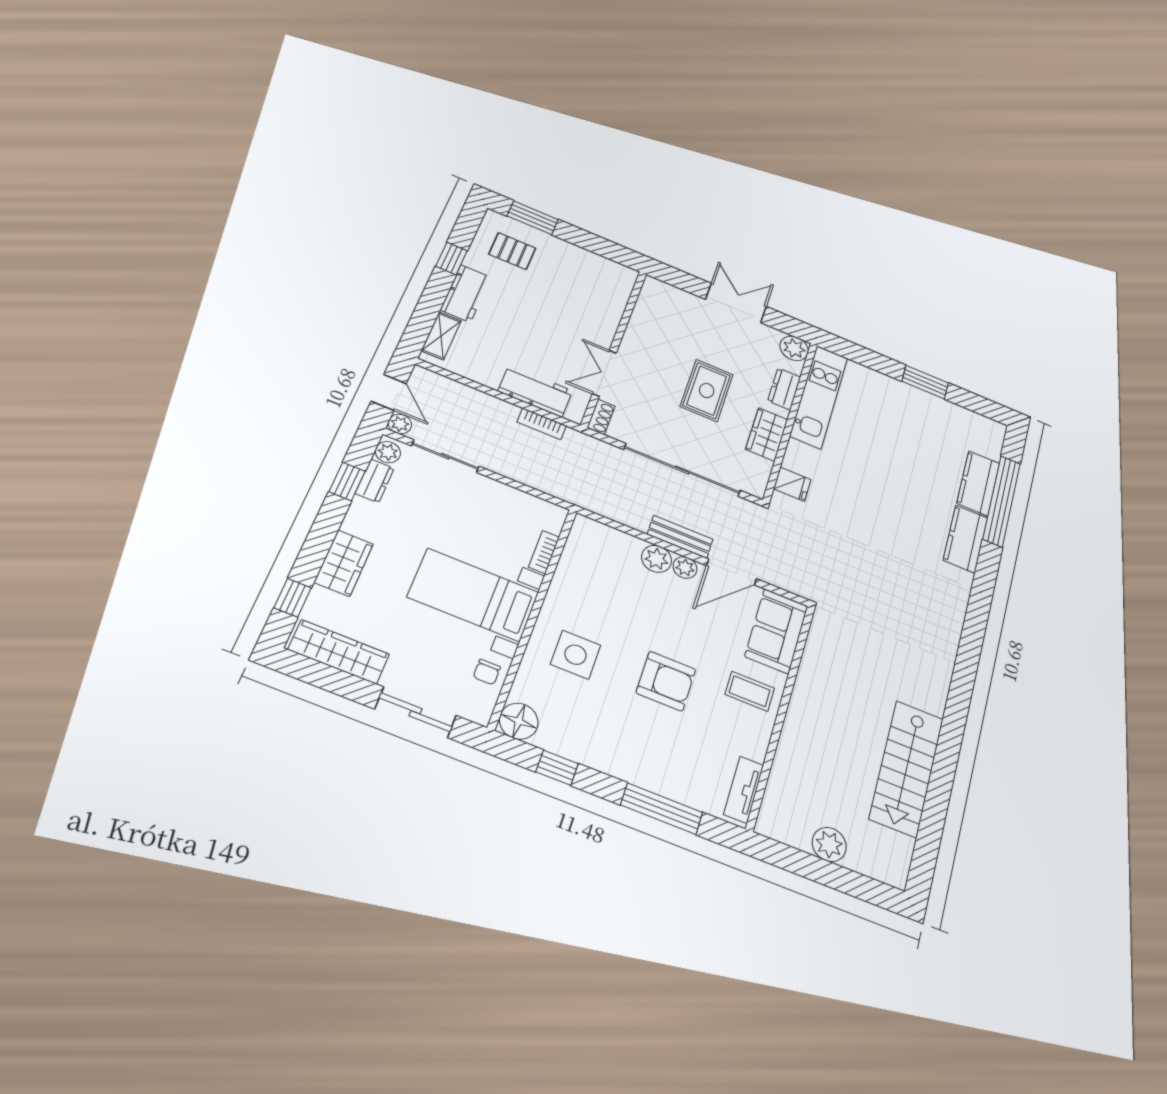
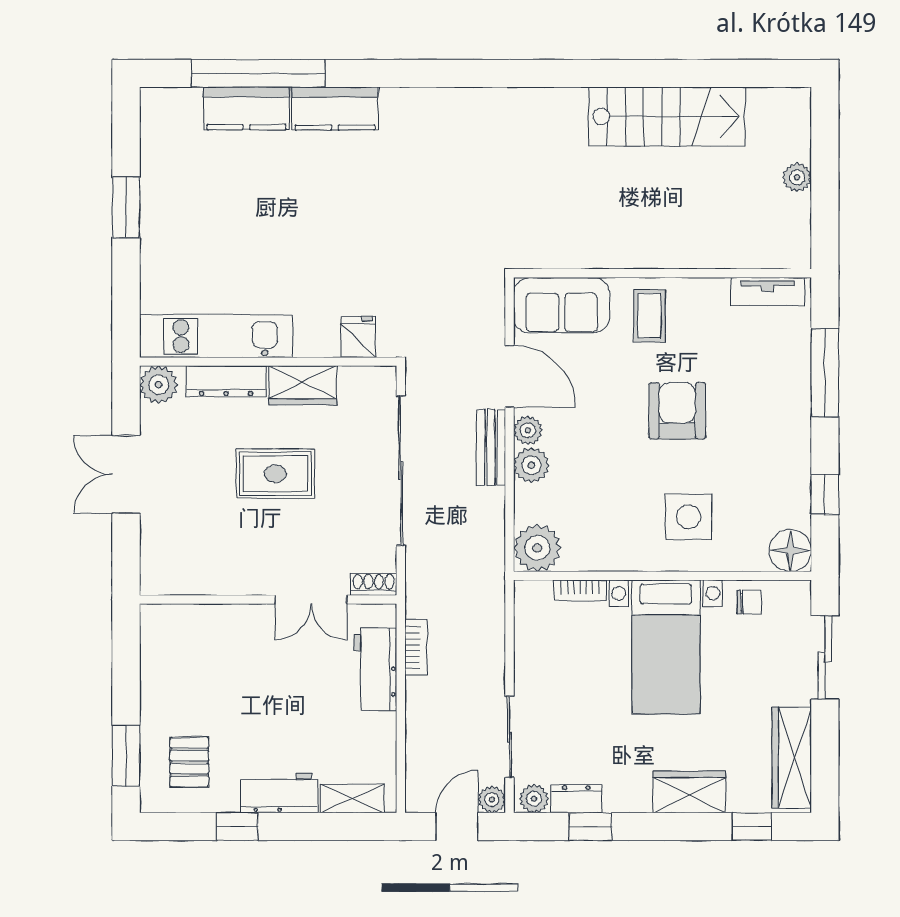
dresser: (784, 389) -> (226, 381), width x1.44
plant: (589, 536) -> (537, 548), added
plant: (829, 845) -> (797, 177), width x0.73, depth x0.73

